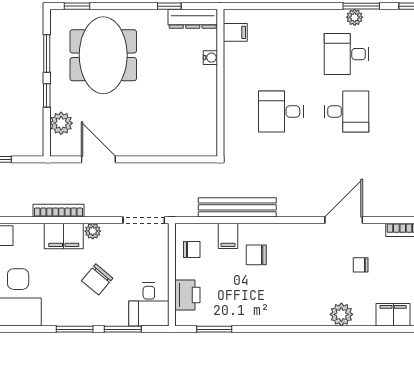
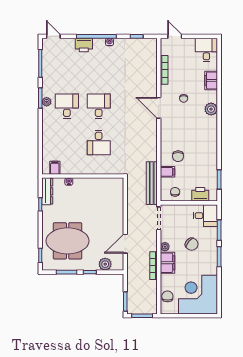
desk: (347, 54) -> (67, 106), turned 180
bench: (237, 207) -> (152, 183), moved

